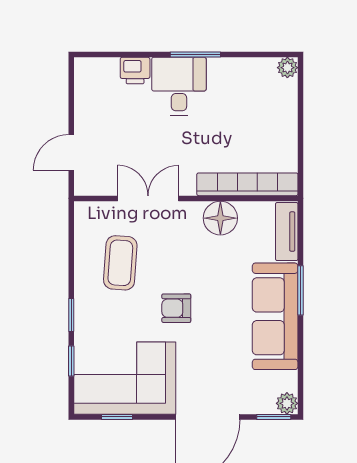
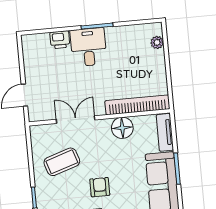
plant: (287, 68) -> (157, 42), moved
coffee table: (120, 263) -> (62, 162), turned 68
armchair: (176, 308) -> (100, 187), turned 90

